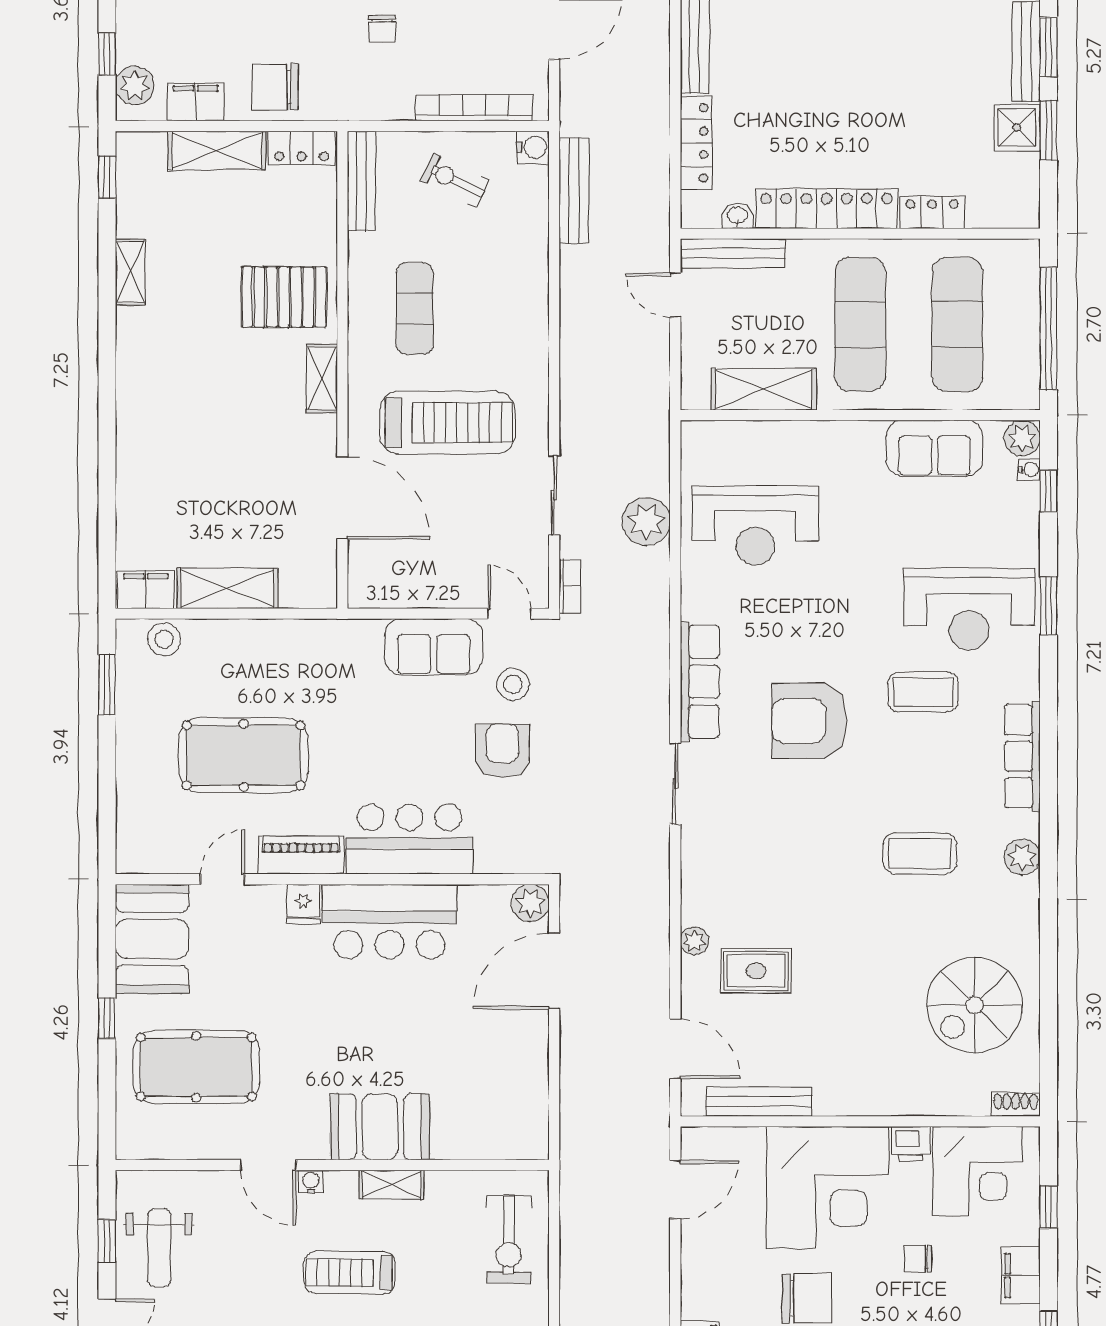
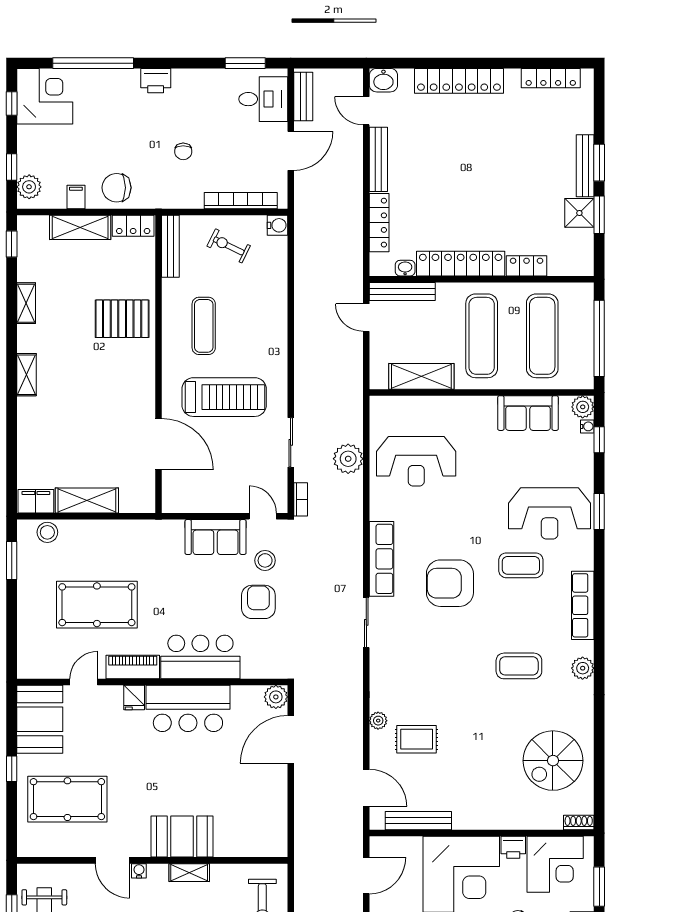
filing cabinet: (196, 102) -> (76, 197), width x0.50
bench: (574, 191) -> (303, 253), removed
shelving: (322, 378) -> (26, 375), moved
window: (1048, 1207) -> (599, 887), width x1.50

